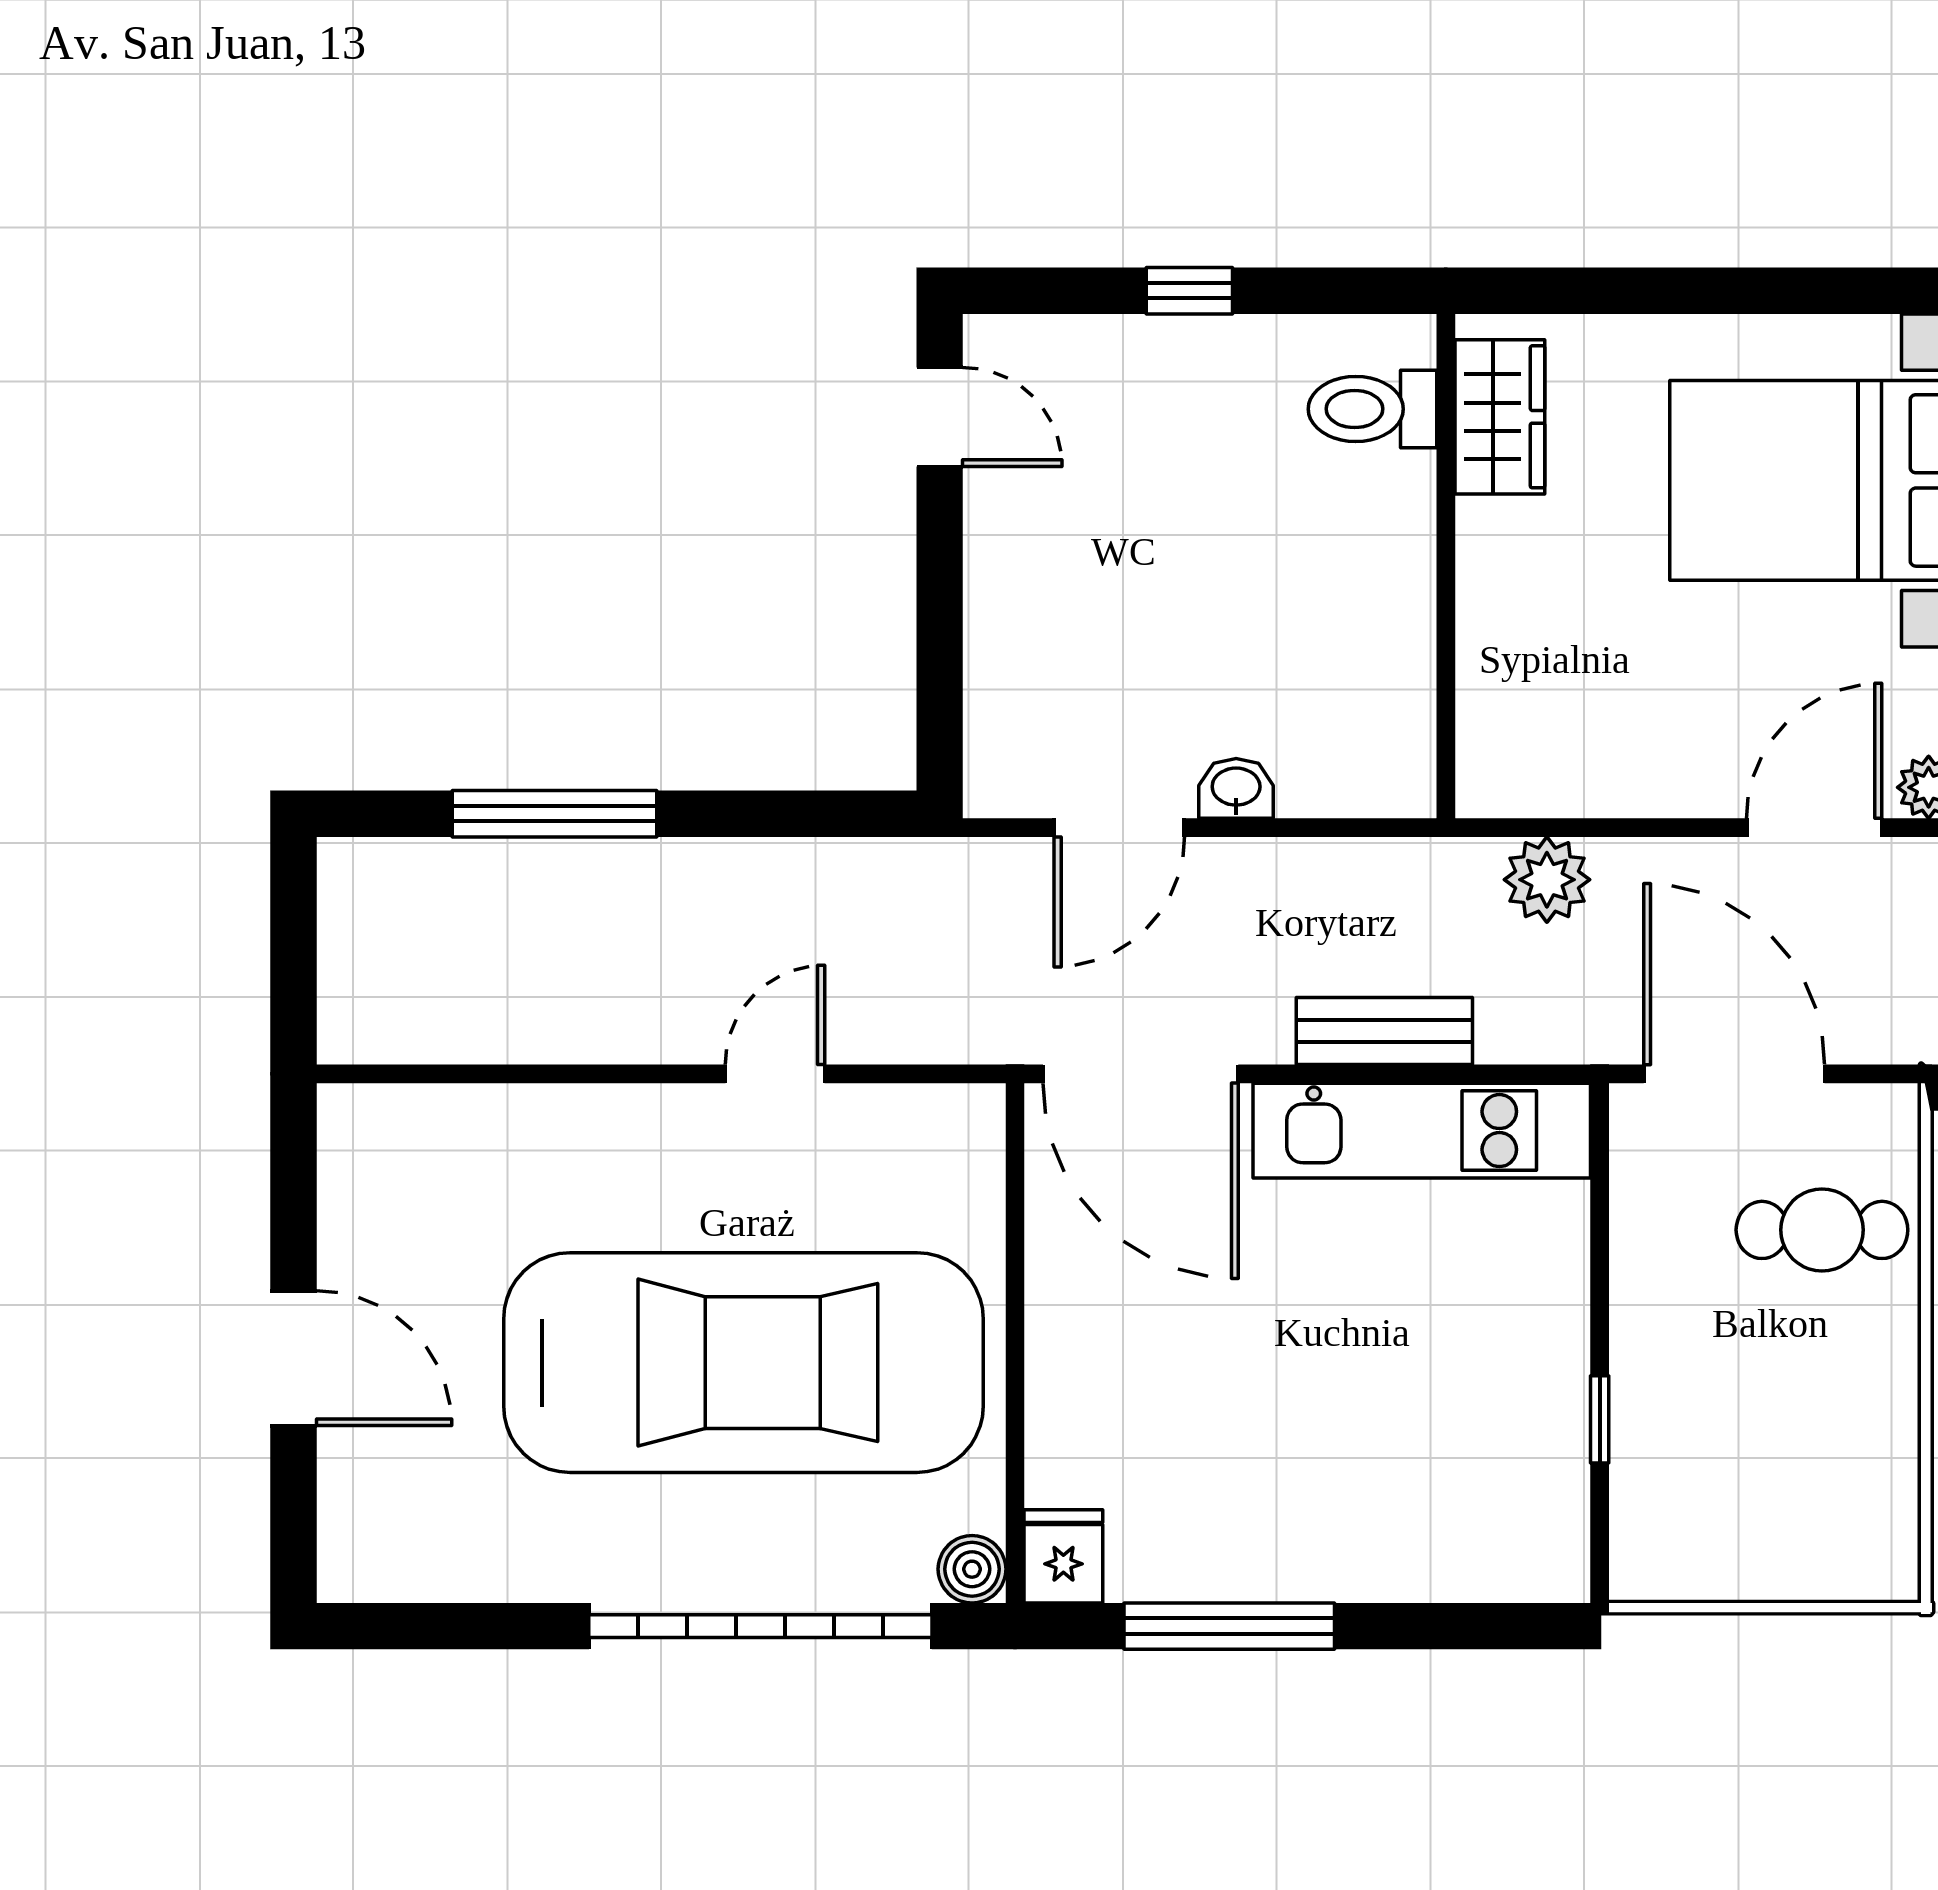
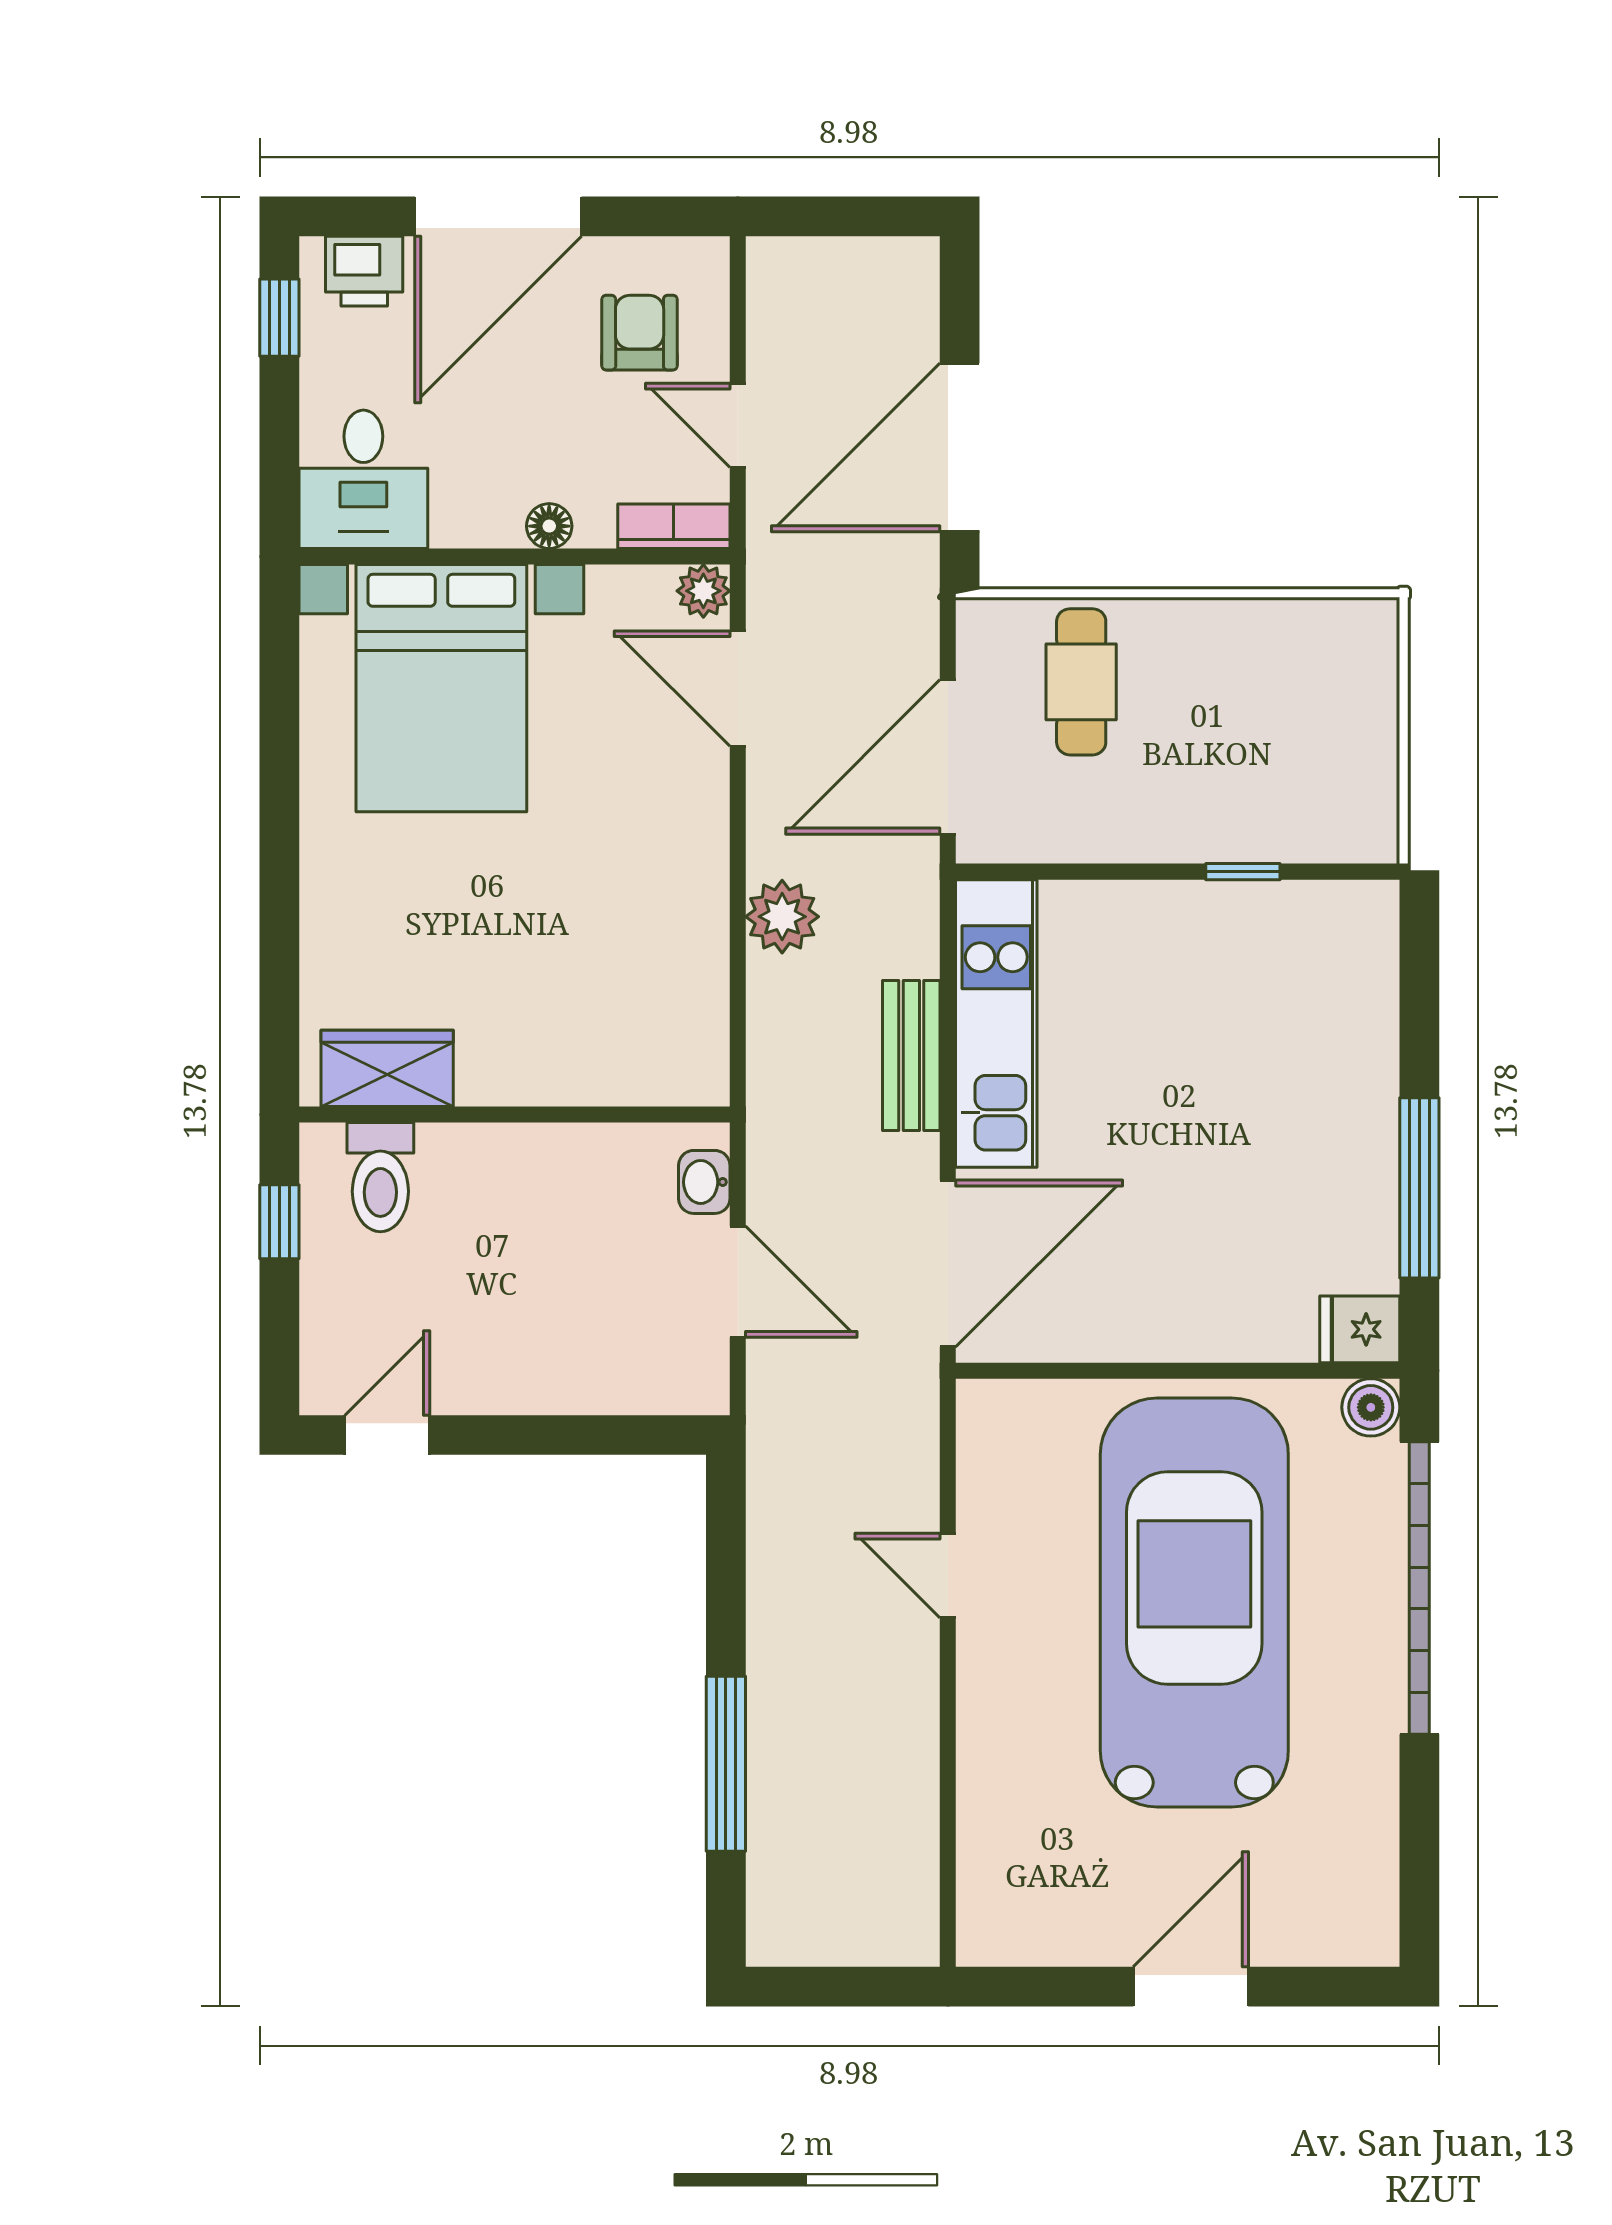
toilet: (1372, 409) -> (380, 1177), moved
wardrobe: (1500, 417) -> (387, 1068), moved
wall: (1446, 566) -> (514, 1115), moved

